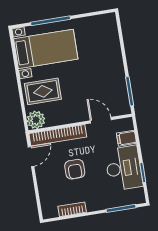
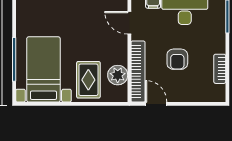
plant: (36, 120) -> (118, 75), moved
door: (101, 120) -> (129, 23), hinge flipped
armchair: (75, 169) -> (177, 59), turned 90

